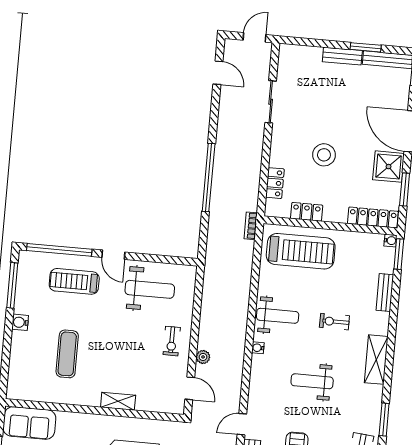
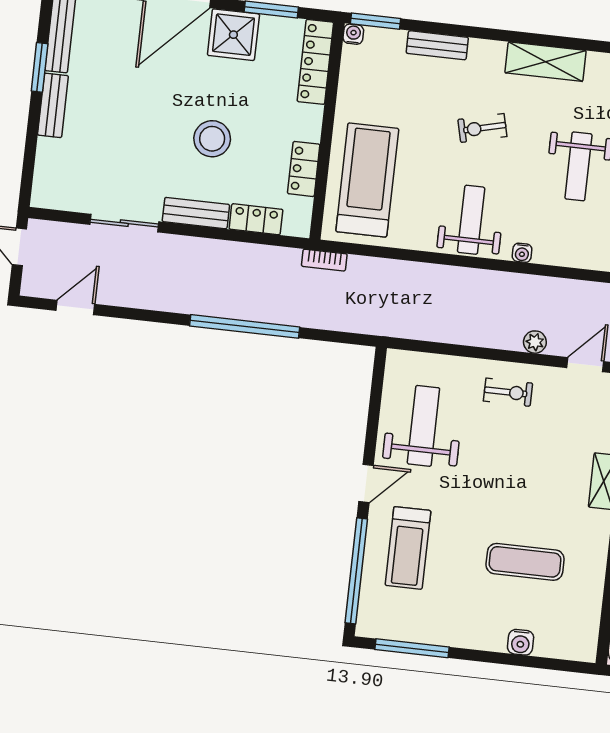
bench: (278, 146) -> (196, 213), added
water cooler: (20, 322) -> (521, 642), moved
exercise bike: (334, 322) -> (482, 128), turned 76

